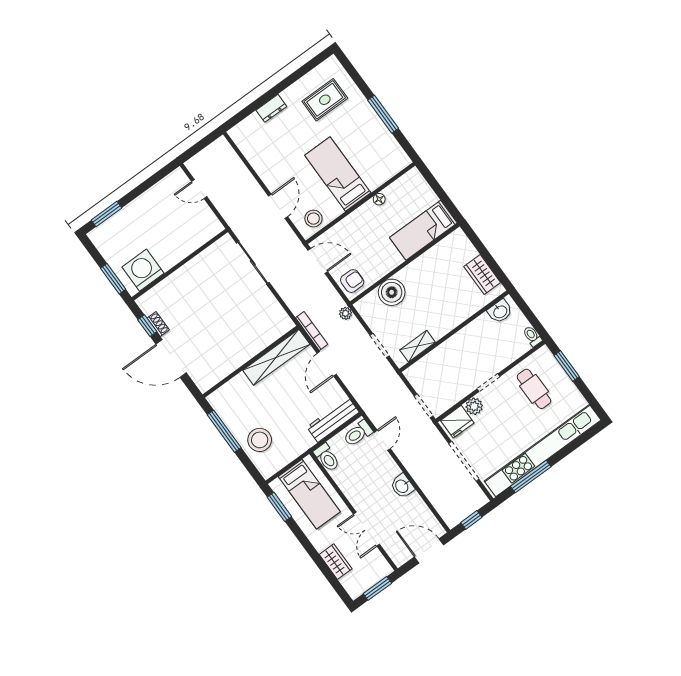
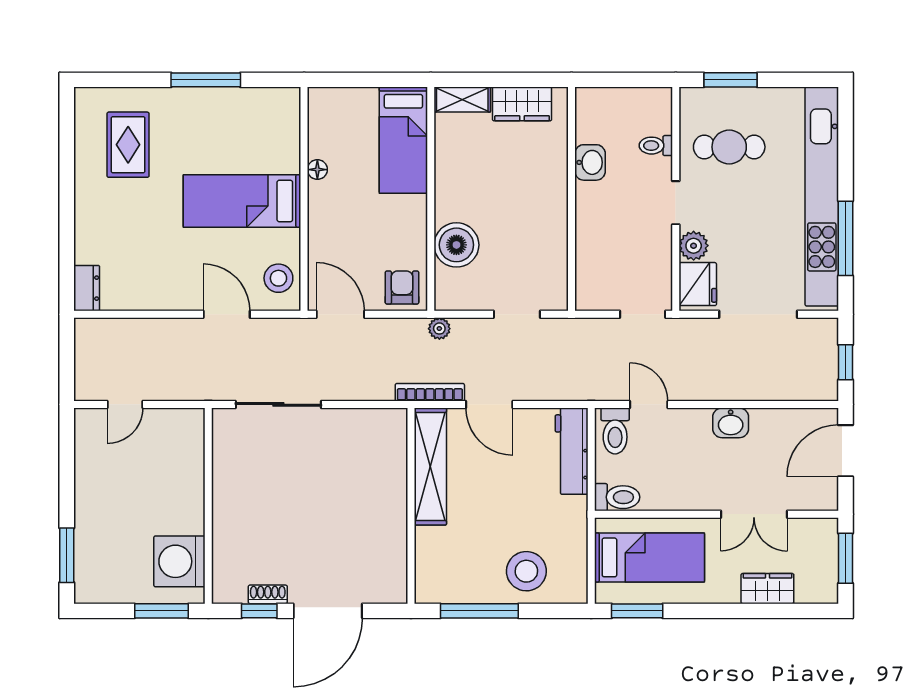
dresser: (271, 108) -> (87, 288), moved
door: (318, 261) -> (340, 314), hinge flipped
washbasin: (500, 311) -> (590, 162), moved
toilet: (532, 336) -> (656, 146), moved
shelving: (418, 346) -> (462, 100), moved, turned 90

